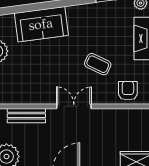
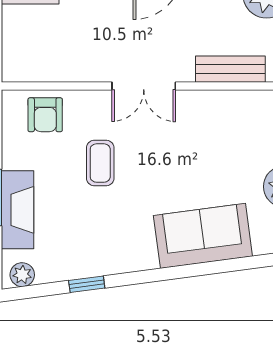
coffee table: (98, 64) -> (100, 163), turned 64

